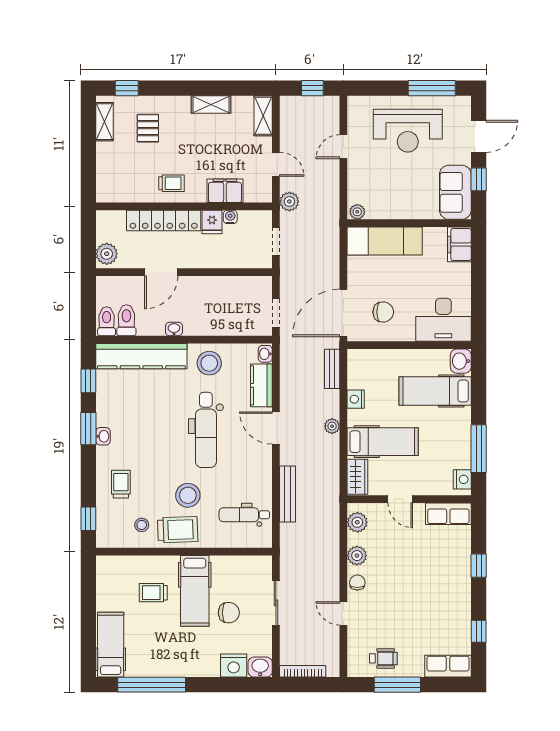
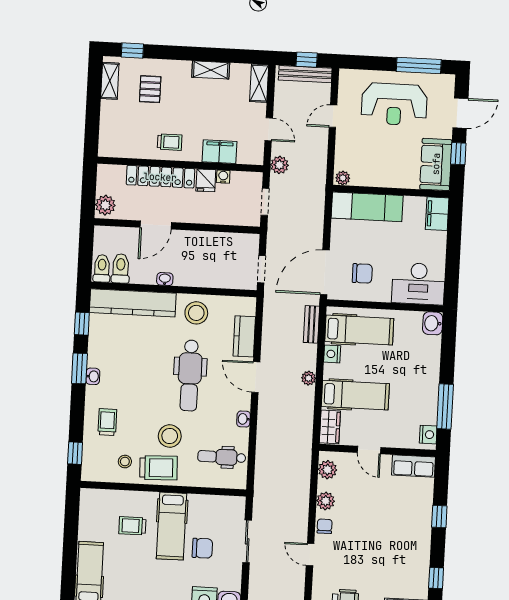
washbasin: (265, 354) -> (244, 419), moved
hospital bed: (435, 391) -> (359, 330), moved, turned 180
bench: (288, 494) -> (305, 74), moved, turned 90

